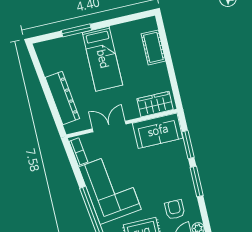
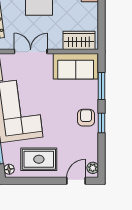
window: (197, 182) -> (102, 123), width x0.67
armchair: (175, 210) -> (86, 118), moved

